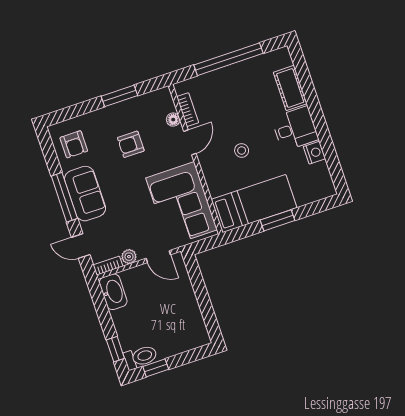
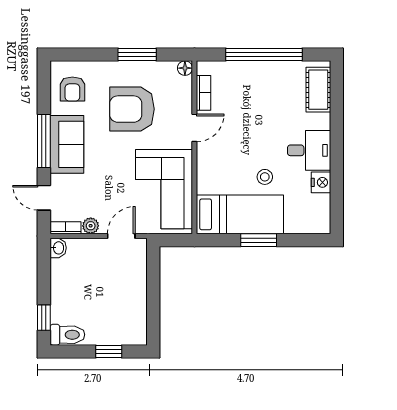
cot: (290, 88) -> (318, 90), moved
floor lamp: (173, 120) -> (185, 68), moved
armchair: (131, 144) -> (132, 109), width x1.88, depth x1.88
stool: (242, 150) -> (265, 177), moved
door: (158, 257) -> (121, 236), swing flipped
washbasin: (113, 292) -> (58, 248), width x0.52, depth x0.69
window: (156, 368) -> (109, 351), moved

